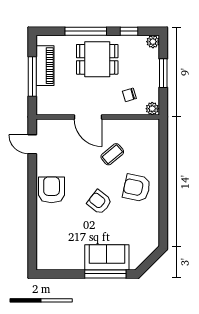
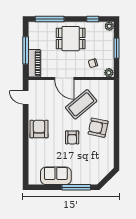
window: (86, 31) -> (50, 19), moved
piano: (45, 66) -> (34, 63), moved
coffee table: (112, 154) -> (81, 104), width x1.86, depth x1.72
armchair: (99, 202) -> (72, 137), turned -128
sofa: (107, 257) -> (56, 176), moved

